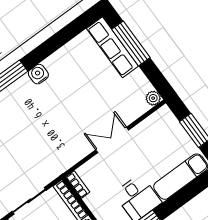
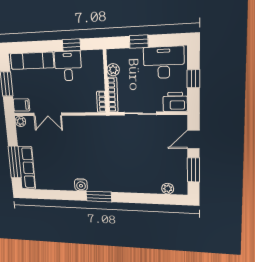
filing cabinet: (163, 118) -> (21, 105), added
double door: (112, 140) -> (48, 114), moved

